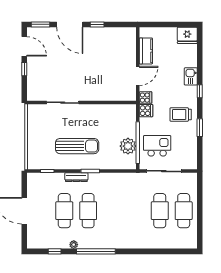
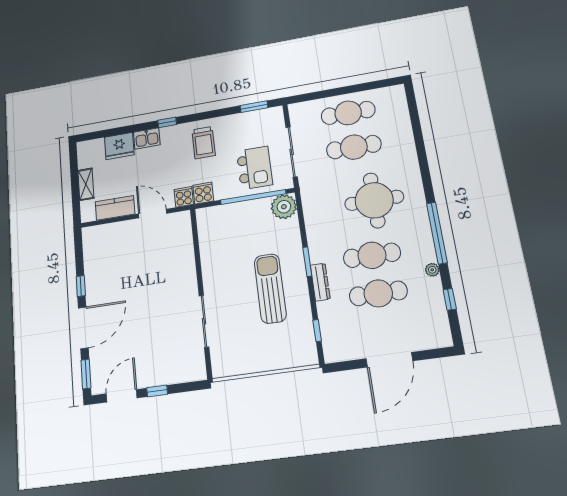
shelving: (166, 32) -> (86, 184), added
fridge: (187, 35) -> (119, 146), moved, turned 90
window: (200, 128) -> (254, 107), moved
plant: (128, 146) -> (284, 207), moved
kitchen island: (157, 146) -> (254, 168), turned 180
round table: (123, 218) -> (374, 200), added

